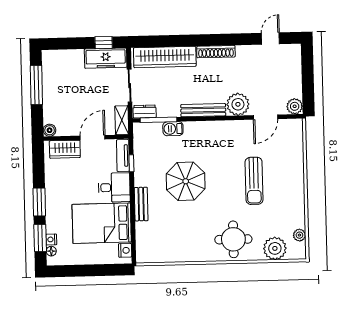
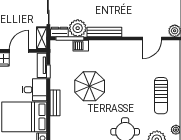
plant: (238, 104) -> (78, 28), moved
sun lounger: (254, 181) -> (161, 96), moved

